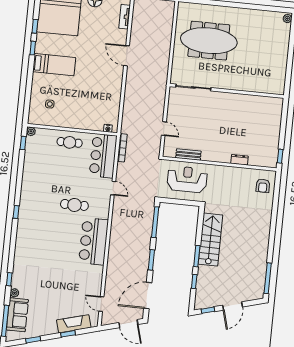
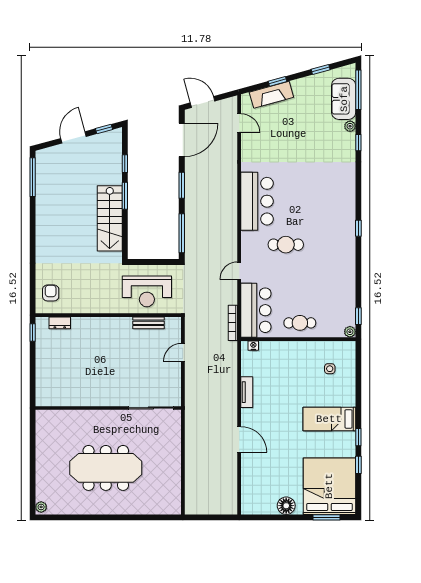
tv unit: (125, 17) -> (247, 392), moved
meeting table: (209, 41) -> (106, 468), moved
door: (164, 129) -> (183, 352), hinge flipped
dresser: (239, 160) -> (60, 323), moved
door: (113, 188) -> (239, 271), hinge flipped

